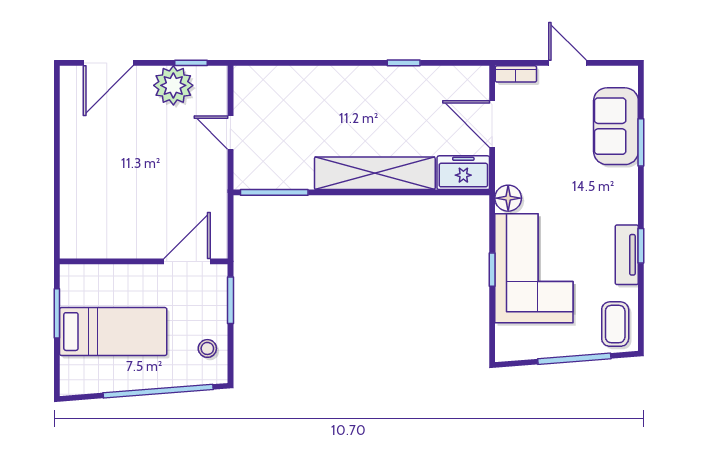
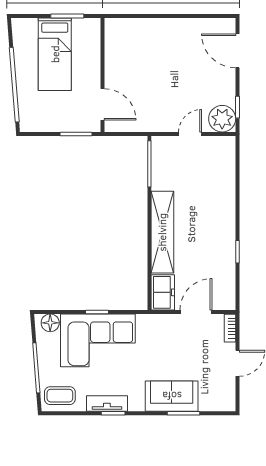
plant: (173, 85) -> (222, 119), moved
sofa: (616, 126) -> (172, 396), moved
floor lamp: (508, 198) -> (50, 323), moved
stool: (207, 348) -> (43, 118), removed

